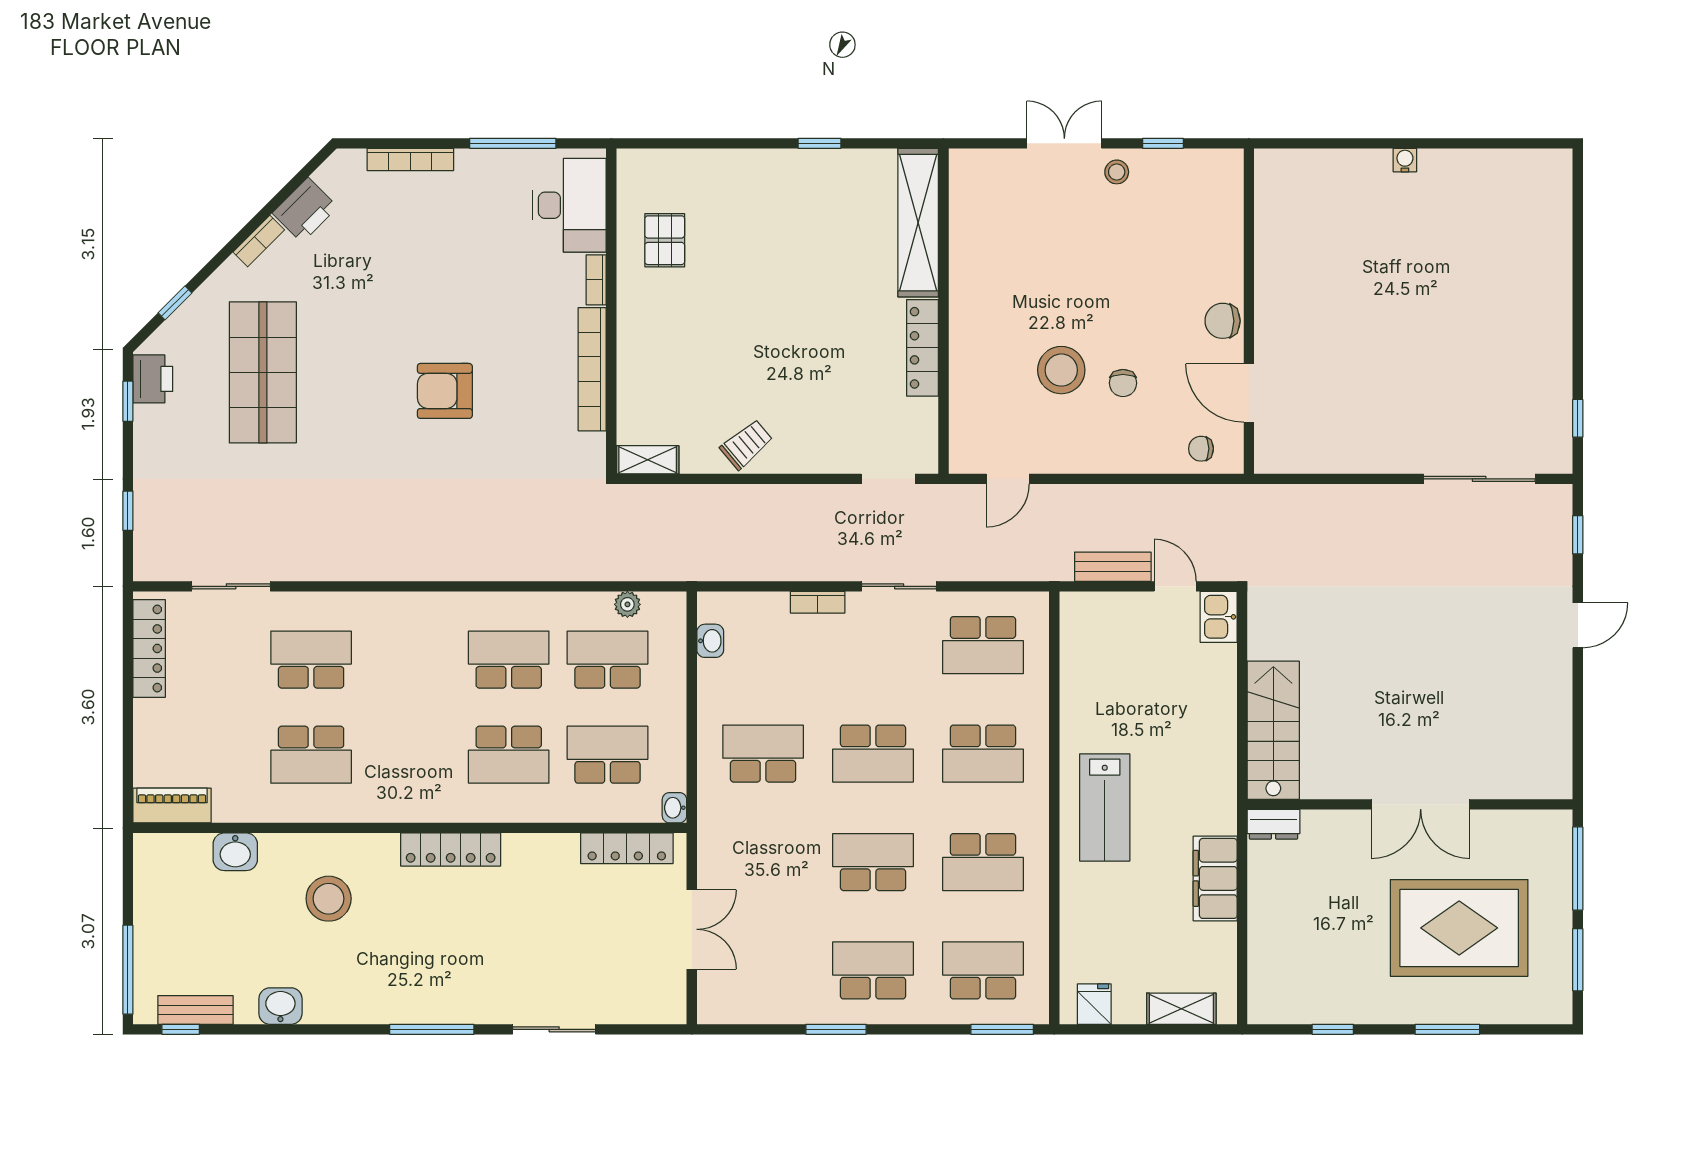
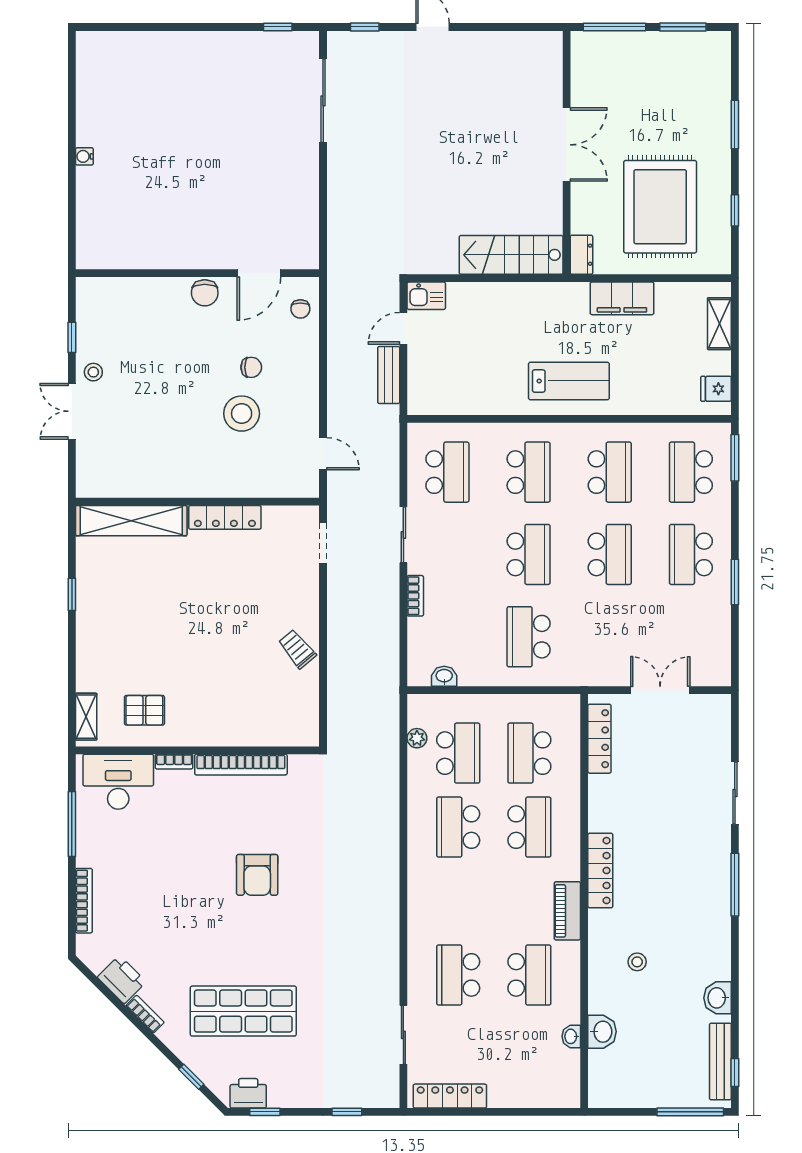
shelving: (648, 460) -> (86, 717), moved
school desk: (608, 660) -> (458, 753), turned 180
piano: (172, 805) -> (567, 911), moved
washbasin: (674, 808) -> (571, 1036), moved, turned 90
school desk: (873, 862) -> (610, 554), turned 180
stool: (329, 899) -> (637, 962), width x0.53, depth x0.53
rug: (1459, 928) -> (660, 207), moved
bench: (195, 1010) -> (720, 1061), width x1.36

